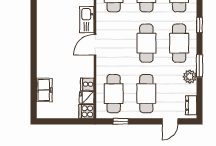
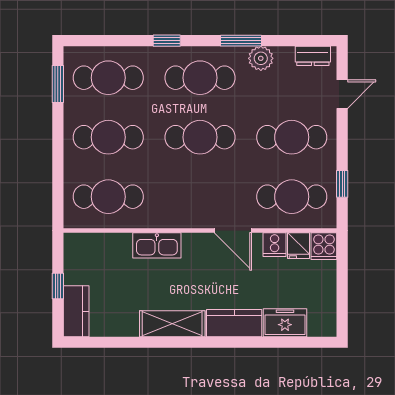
shelving: (44, 28) -> (172, 324), added
door: (95, 45) -> (233, 230), moved
kitchen counter: (44, 62) -> (234, 323), added
door: (170, 121) -> (342, 94), hinge flipped

